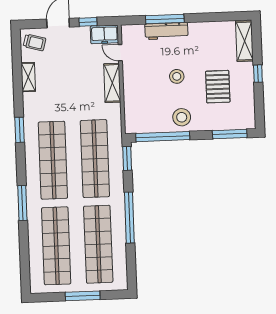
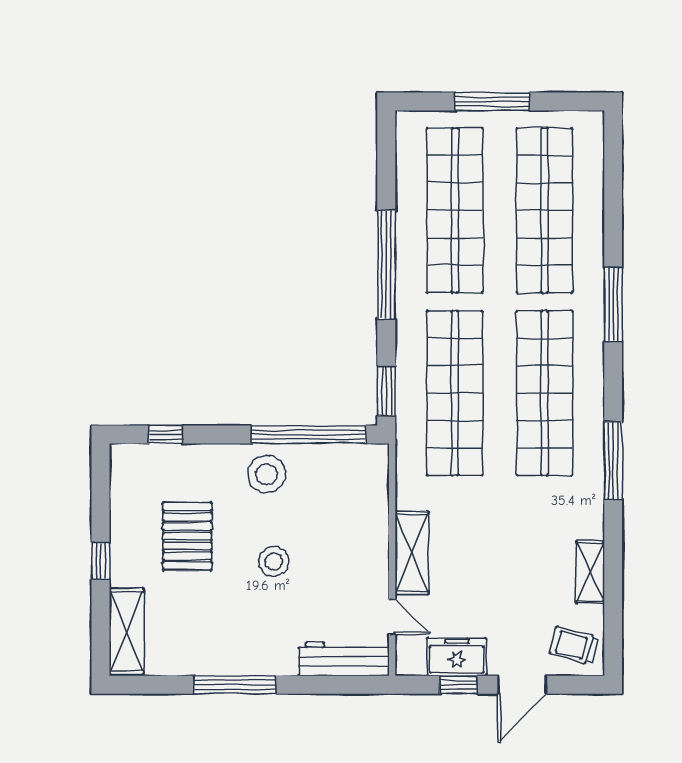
window: (165, 19) -> (235, 685), moved
workbench: (166, 31) -> (344, 659), moved
freezer: (104, 34) -> (457, 657), moved
window: (20, 130) -> (613, 461), width x1.44
window: (230, 134) -> (166, 434), width x0.46

